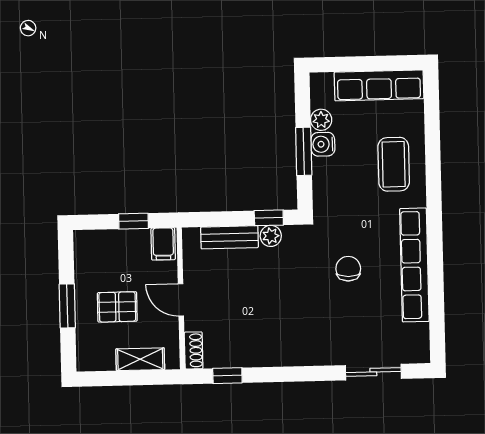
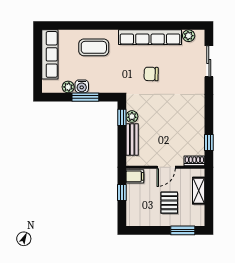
window: (67, 306) -> (183, 230), moved
plant: (419, 334) -> (189, 36), added

